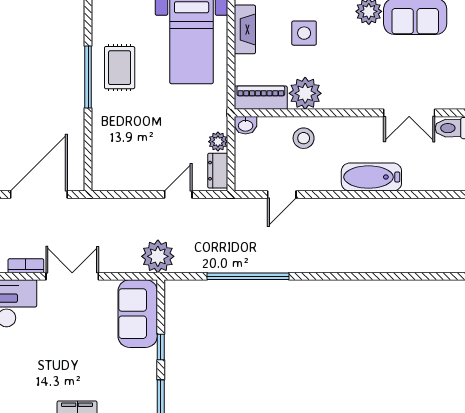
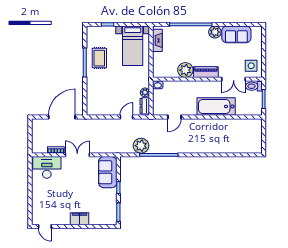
side table: (304, 33) -> (251, 66), moved
piano: (261, 98) -> (206, 72), moved
stool: (304, 138) -> (185, 91), removed
bathtub: (371, 177) -> (216, 106), width x1.36, depth x1.36
plant: (158, 256) -> (141, 146), moved

